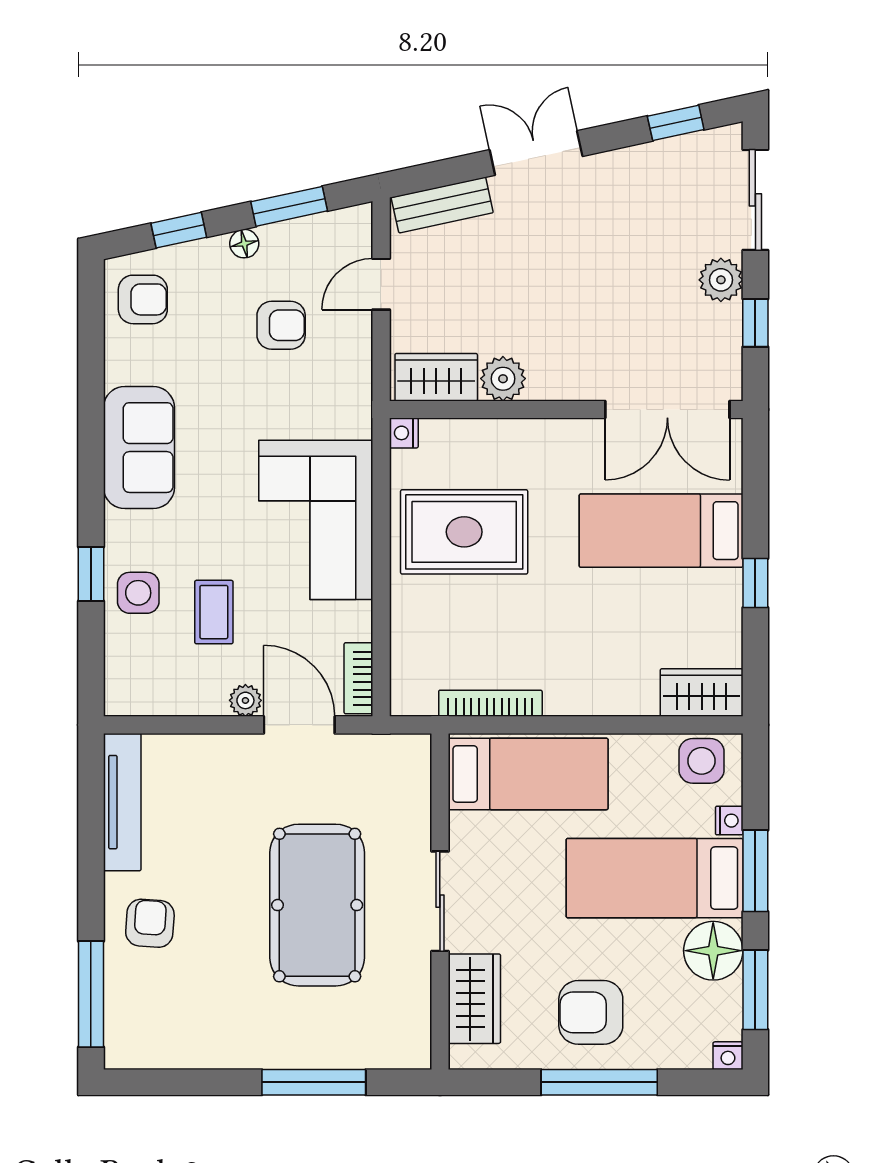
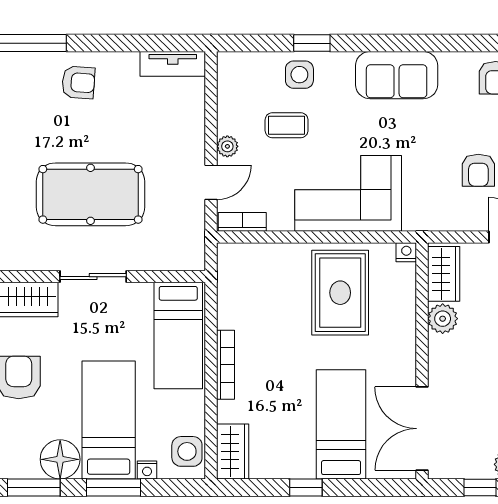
bookcase: (490, 703) -> (226, 365), moved
door: (299, 725) -> (211, 182), width x0.73
tv unit: (122, 802) -> (173, 64), width x0.71

